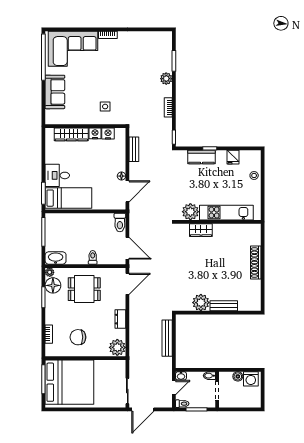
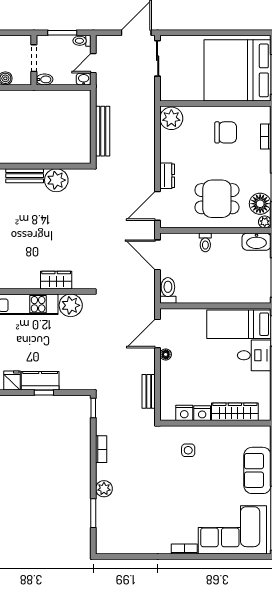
kitchen counter: (201, 157) -> (40, 381), moved
dresser: (120, 319) -> (167, 176), moved

